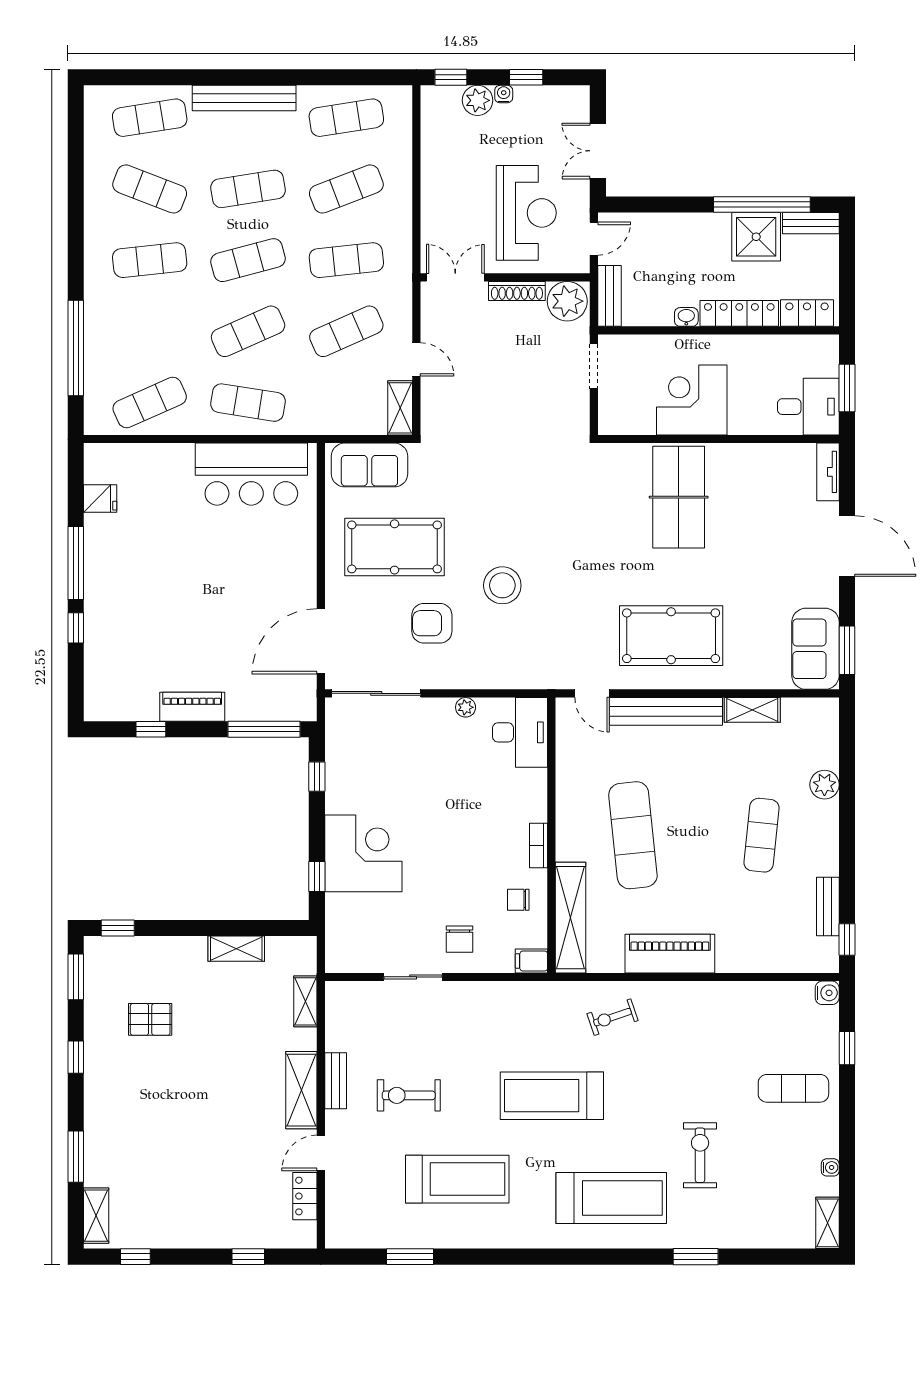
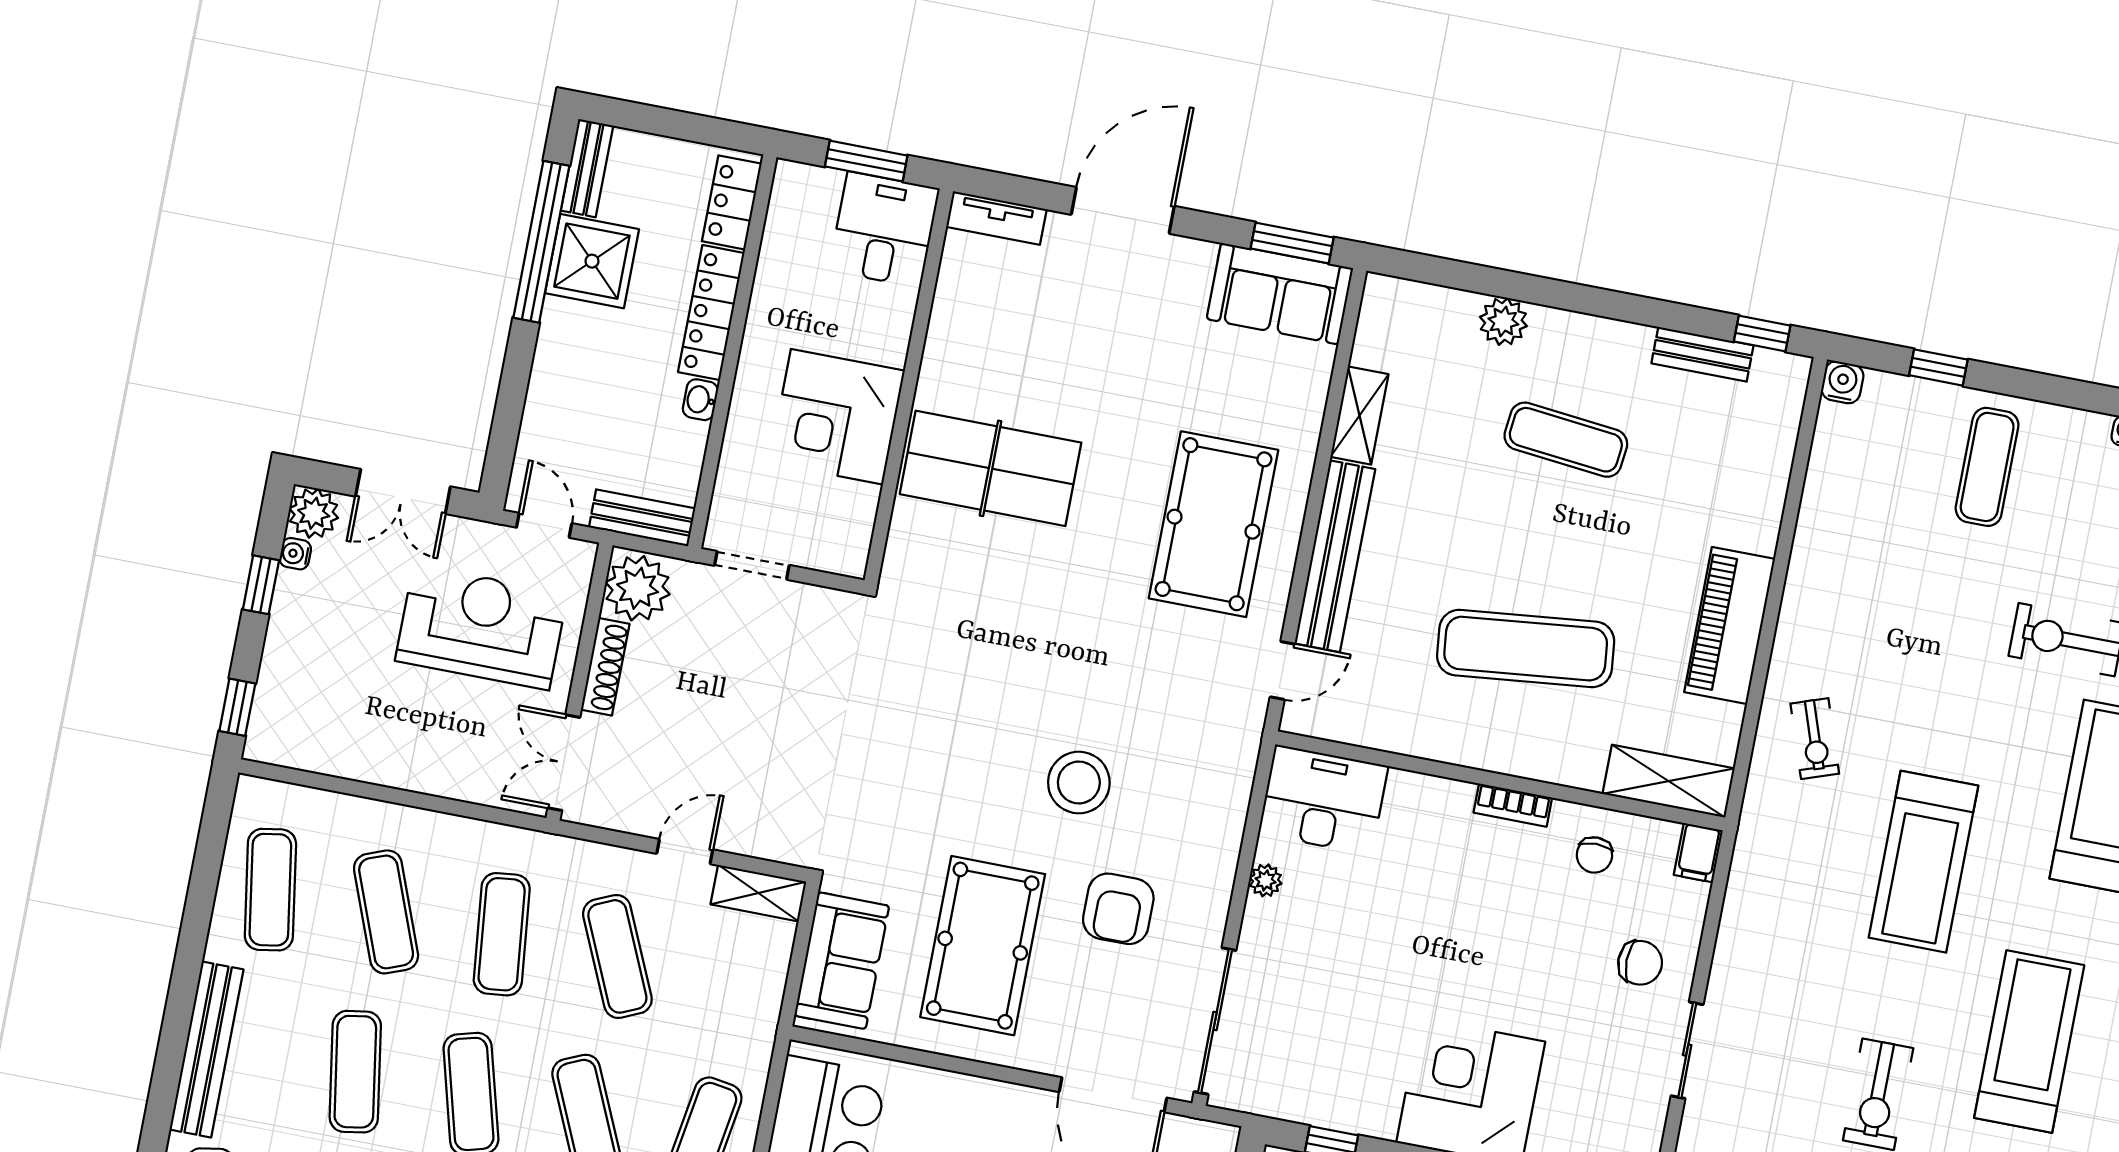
water cooler: (504, 94) -> (295, 554), moved
plant: (478, 100) -> (314, 513), moved
shelving: (571, 918) -> (1669, 781), width x0.68

